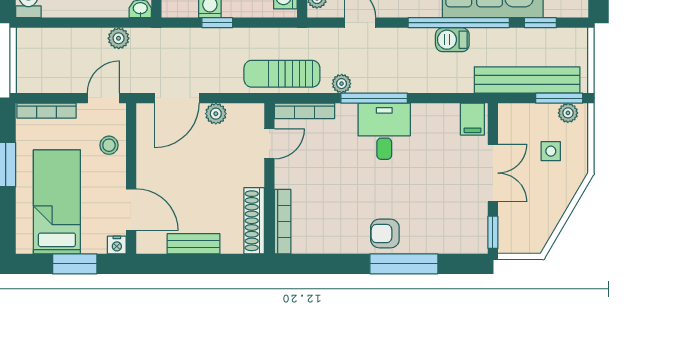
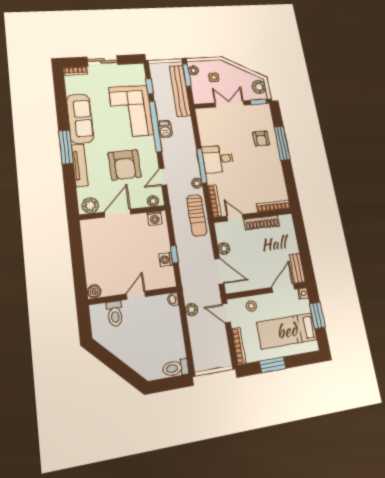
filing cabinet: (472, 119) -> (204, 116), removed
shoe rack: (254, 221) -> (262, 223), moved
armchair: (385, 234) -> (261, 139), moved
plant: (525, 240) -> (259, 87), added
bench: (194, 244) -> (297, 268), moved

